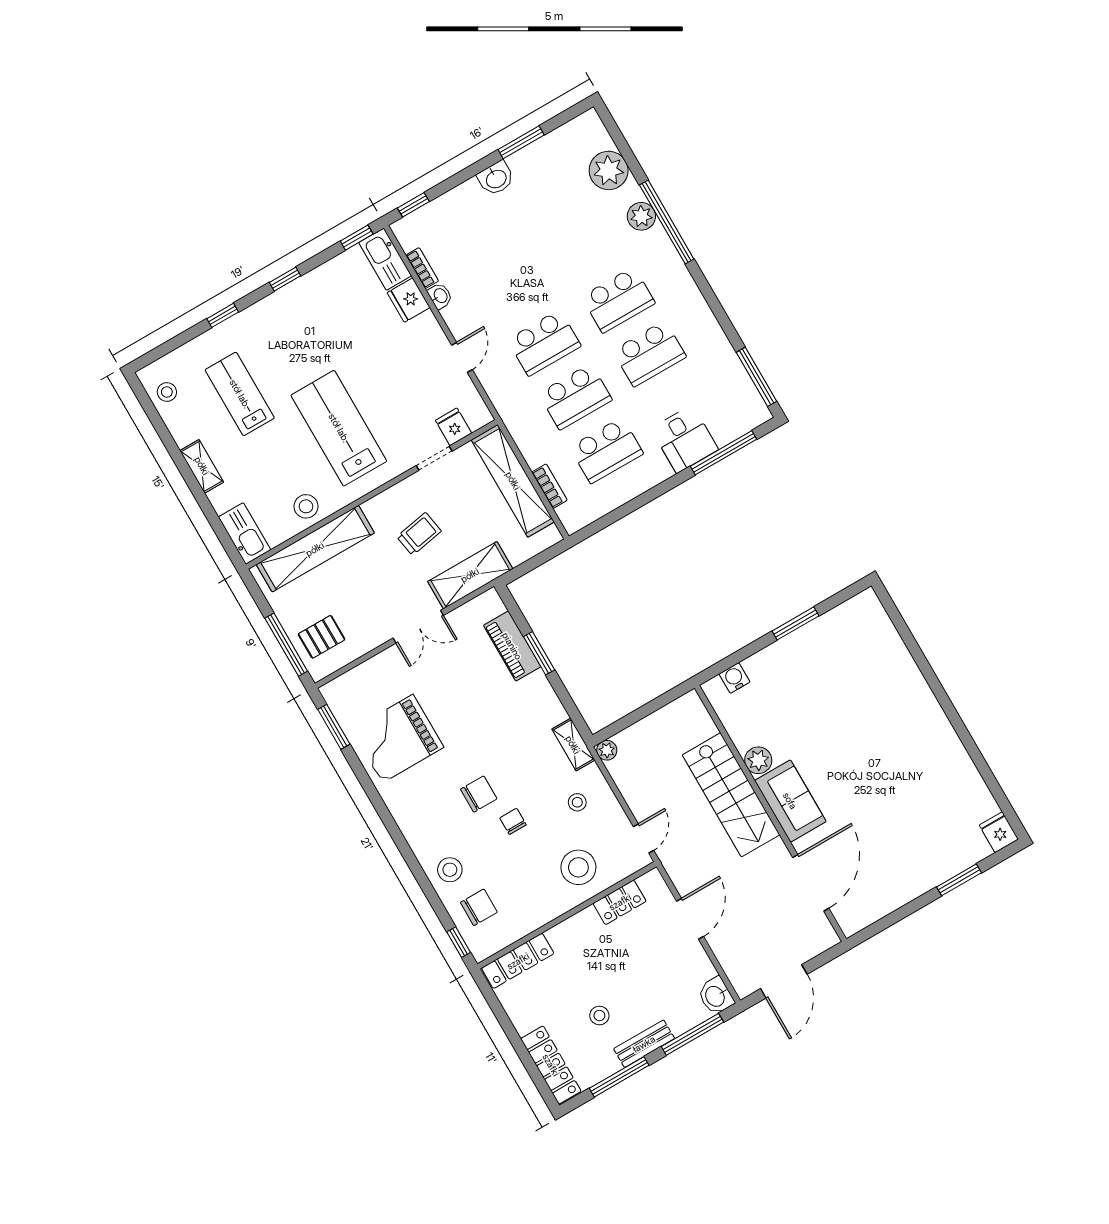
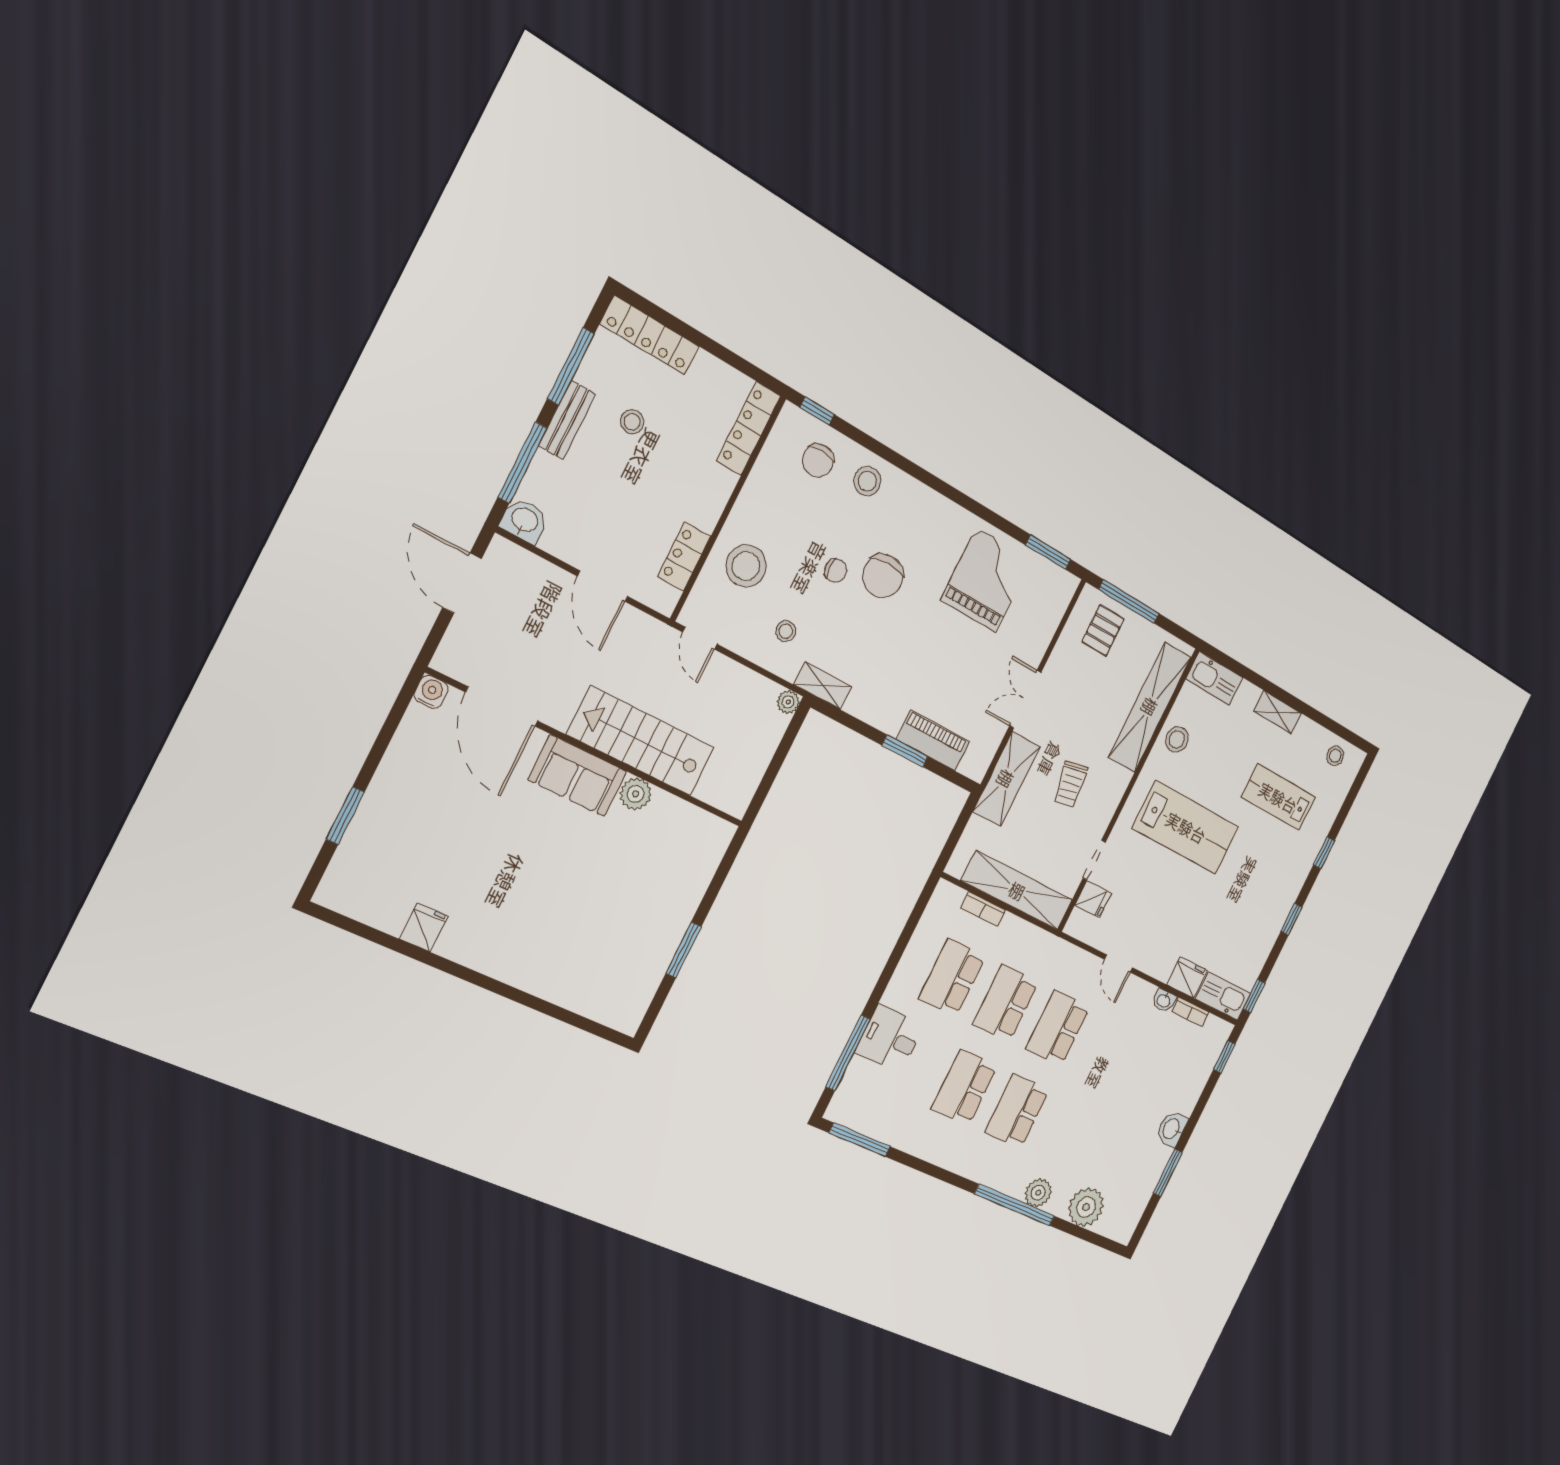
lab bench: (240, 394) -> (1278, 797), turned 180
water cooler: (735, 678) -> (431, 692), moved, turned -90
chair: (479, 794) -> (883, 576), width x1.37, depth x1.37
fridge: (999, 832) -> (424, 927), moved, turned -90

